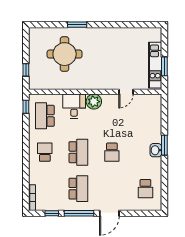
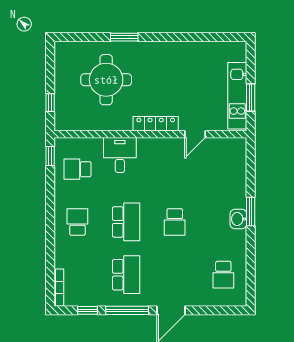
locker: (99, 84) -> (156, 124), added
plant: (94, 102) -> (149, 148), removed
school desk: (45, 116) -> (77, 169), width x0.54

